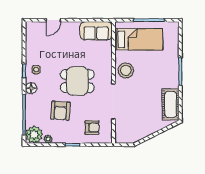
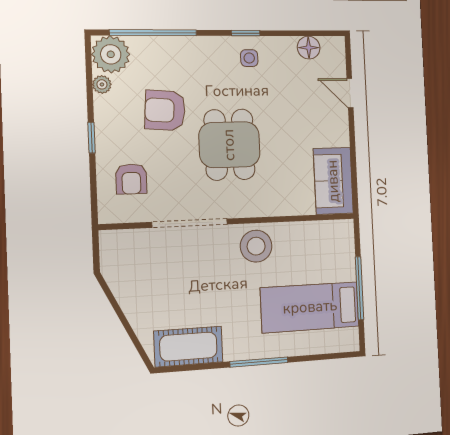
bed: (139, 39) -> (310, 307), moved, turned 90
floor lamp: (31, 88) -> (309, 48), moved

